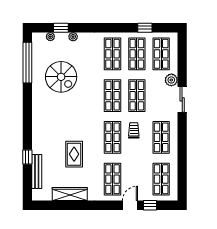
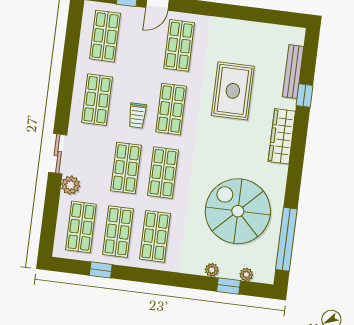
spiral stairs: (61, 77) -> (238, 211), width x1.37, depth x1.37
rug: (74, 154) -> (233, 91), width x1.36, depth x1.43
wardrobe: (70, 194) -> (282, 136), moved, turned 90

